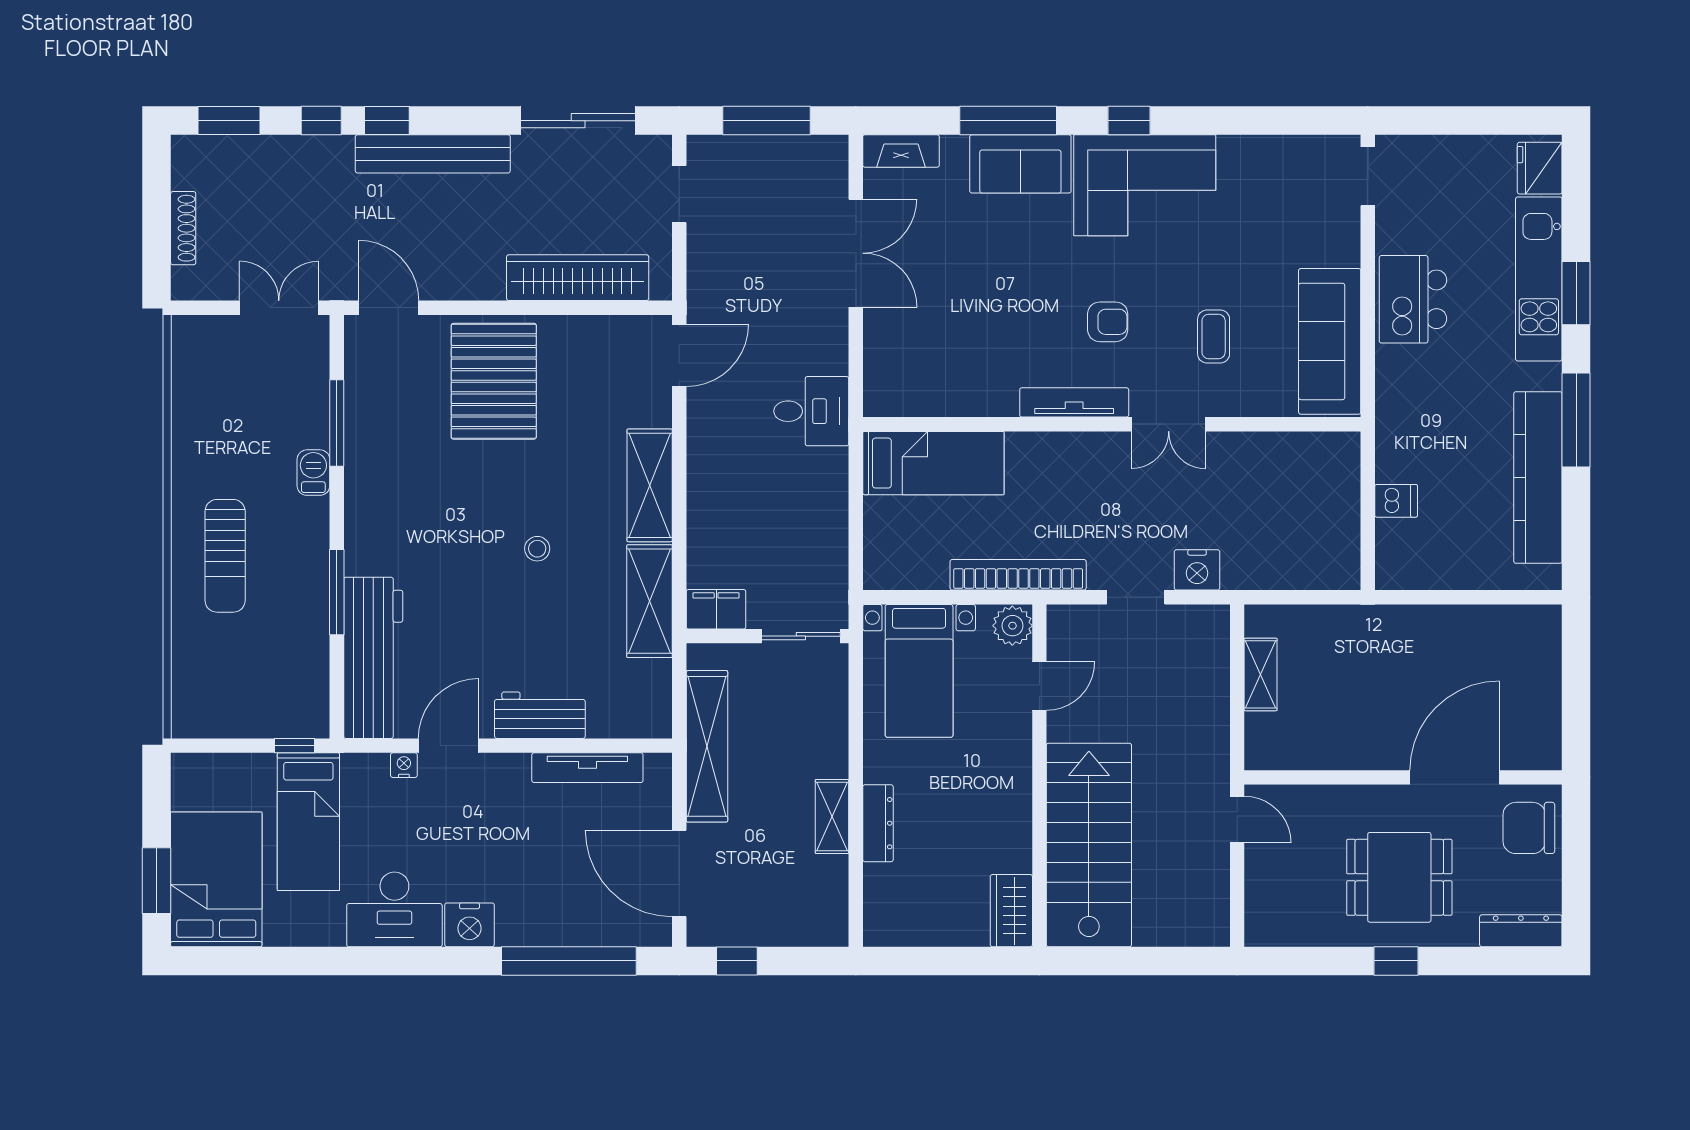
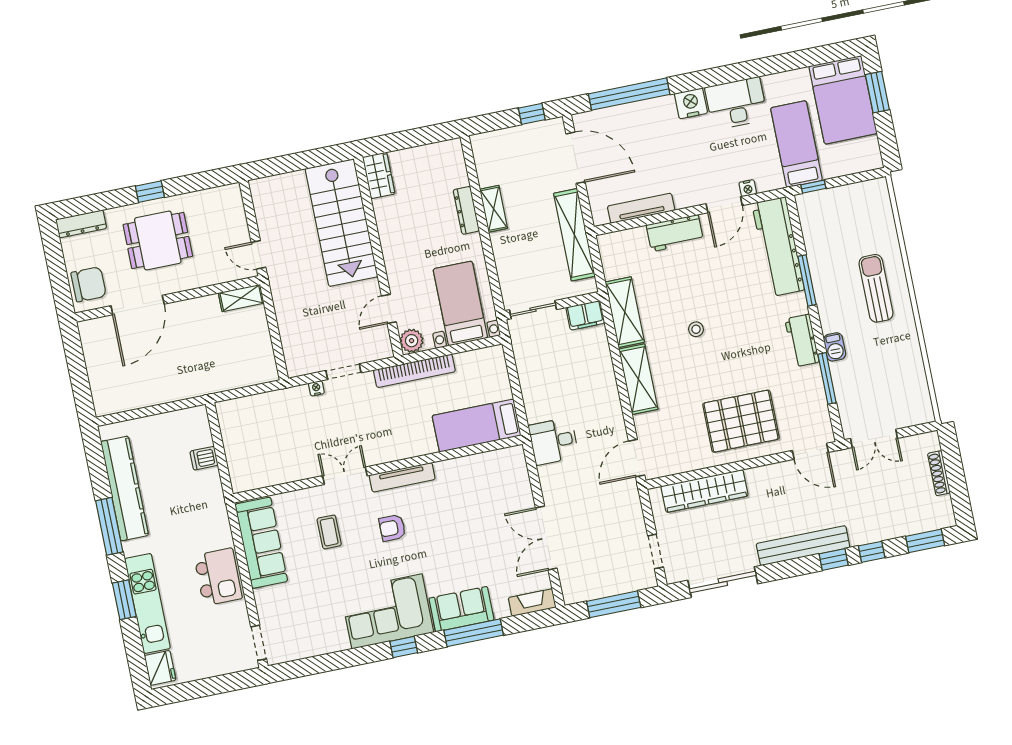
pallet: (494, 381) -> (741, 421), turned 90
workbench: (365, 494) -> (802, 341), added
nightstand: (1197, 570) -> (316, 388), width x0.53, depth x0.56
shelving: (1261, 674) -> (241, 298), moved, turned 90

